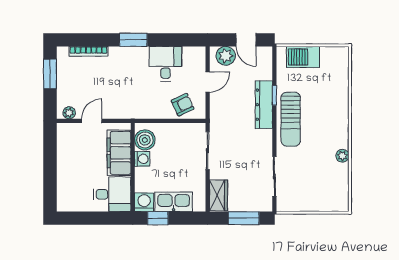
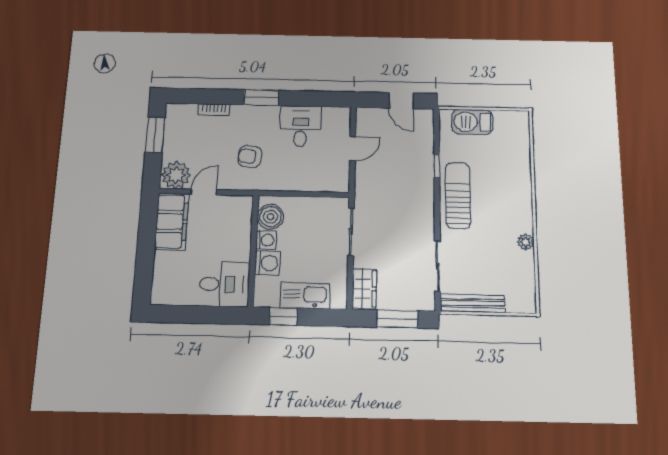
bookcase: (89, 51) -> (214, 110), width x0.64
plant: (226, 56) -> (376, 118), removed
armchair: (183, 105) -> (250, 157), moved, turned -148
dresser: (264, 105) -> (424, 177), removed
plant: (69, 113) -> (176, 175), width x1.88, depth x1.88
sun lounger: (291, 119) -> (458, 195), turned 180
filing cabinet: (119, 153) -> (172, 222), moved, turned 180
washing machine: (144, 202) -> (268, 263), moved, turned 90
bench: (301, 205) -> (473, 303), added

